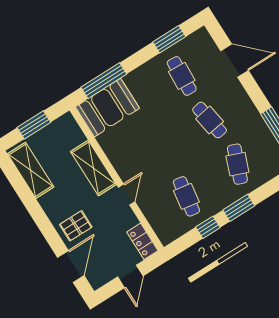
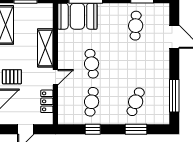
cafe table: (210, 120) -> (92, 64), moved
window: (239, 208) -> (136, 129), moved
locker: (142, 241) -> (47, 101), moved

